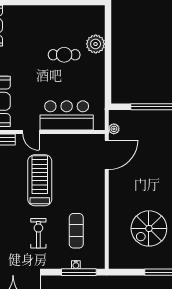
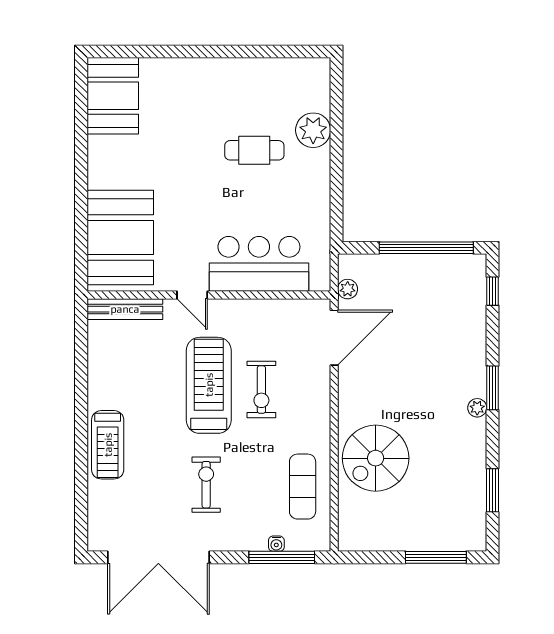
exercise bike: (68, 183) -> (261, 390), added
spiral stairs: (149, 228) -> (376, 458), moved
exercise mat: (76, 231) -> (303, 487), moved

